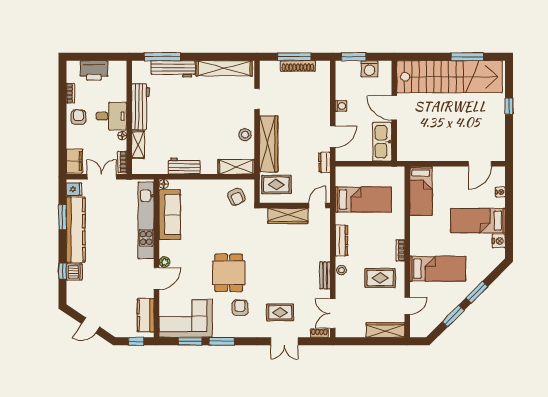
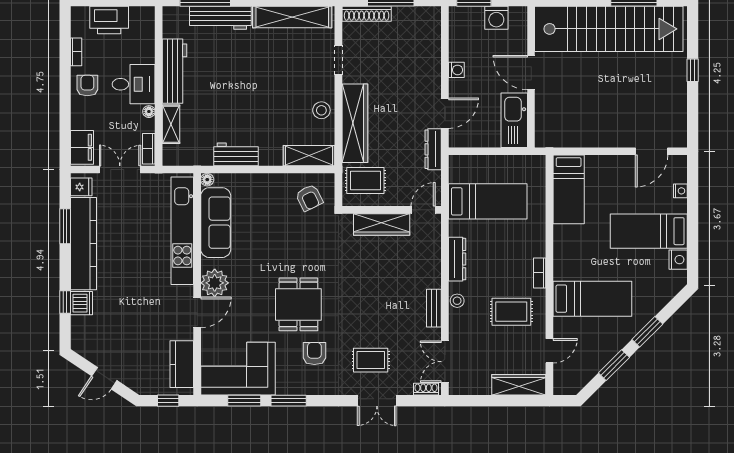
shoe rack: (298, 66) -> (367, 14), moved
dresser: (324, 162) -> (433, 149), width x1.44
plant: (164, 262) -> (215, 283), width x1.87, depth x1.87

